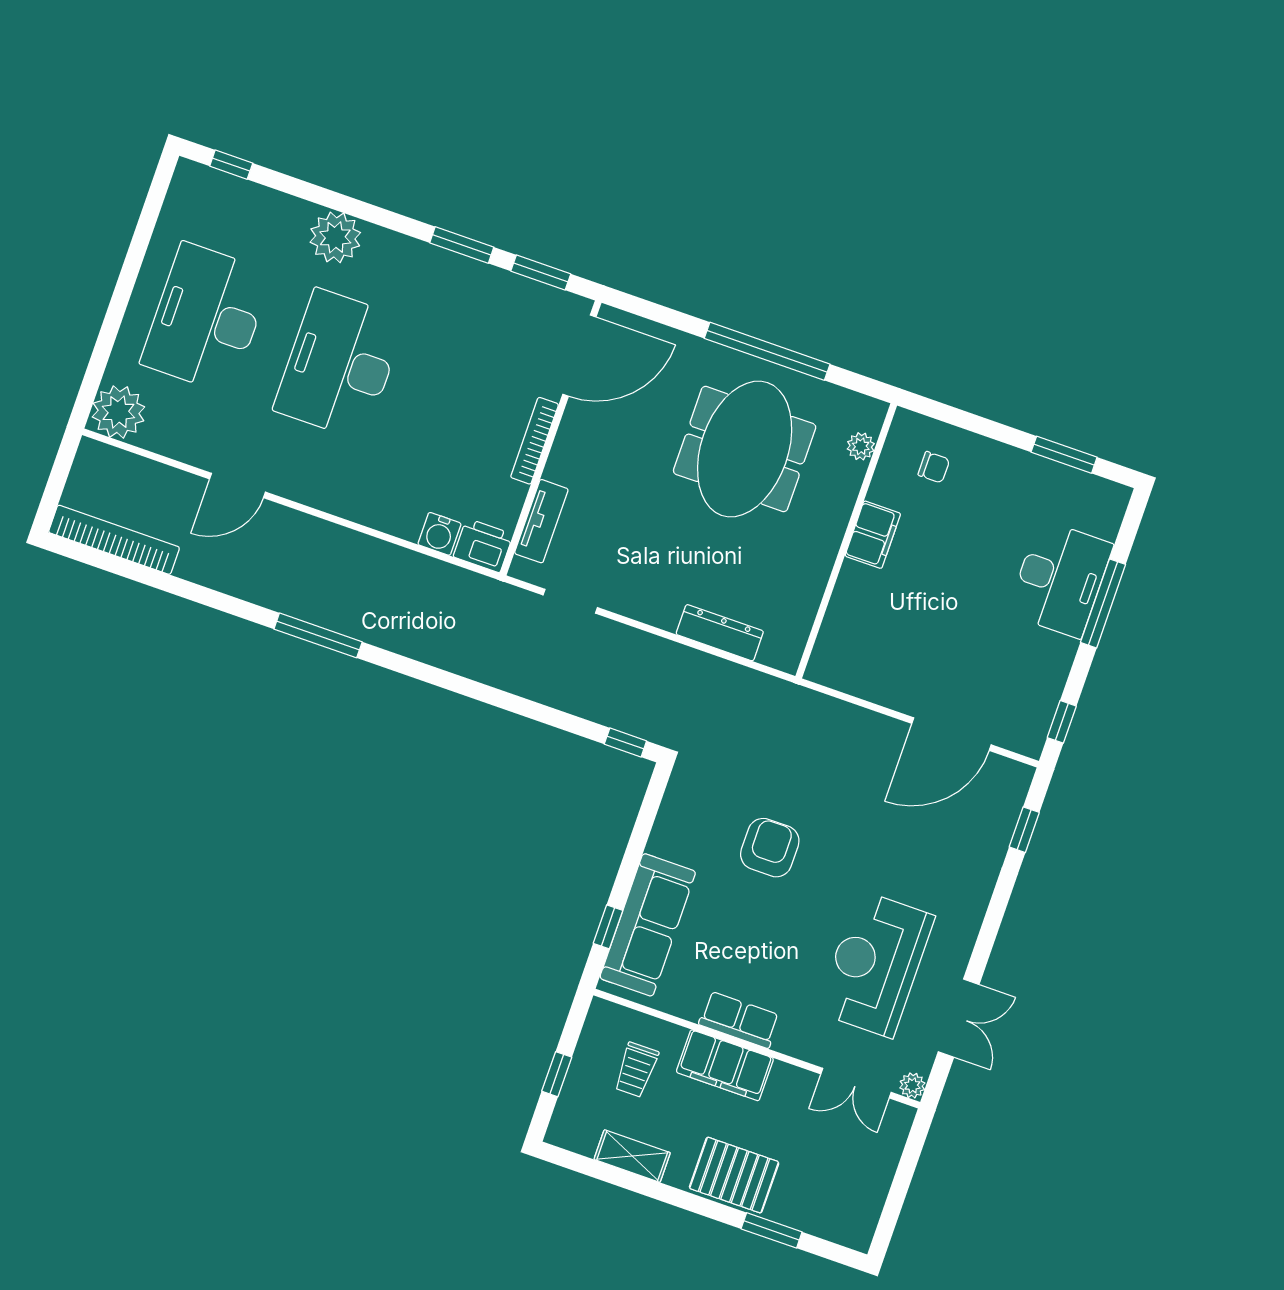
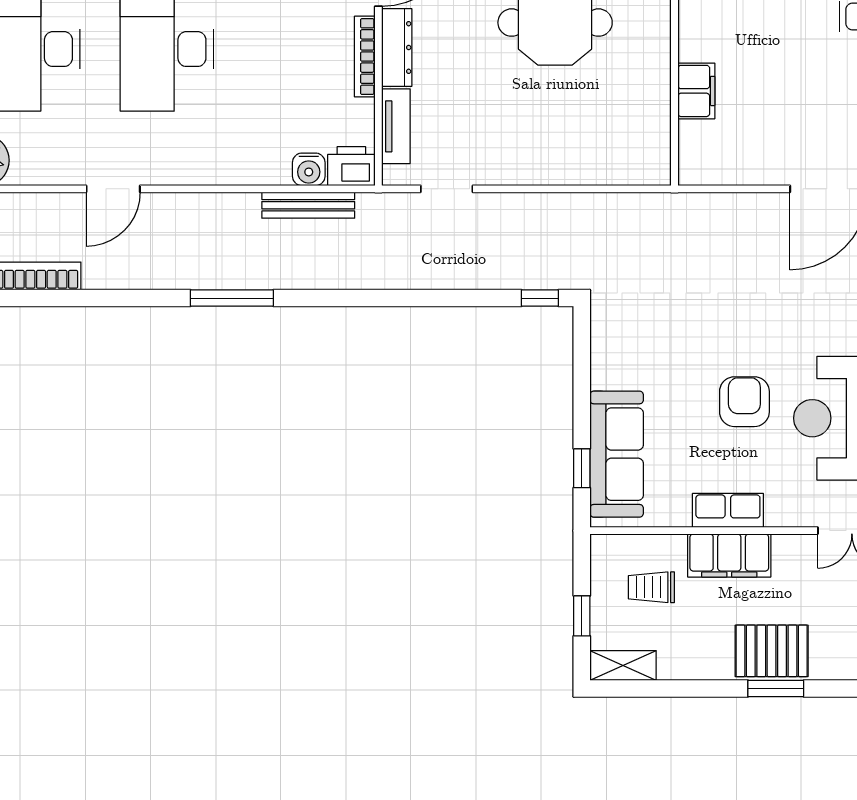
filing cabinet: (873, 535) -> (696, 91), moved
bench: (427, 569) -> (308, 205), added
dresser: (720, 633) -> (397, 48), moved, turned 90
armchair: (770, 848) -> (744, 402), moved
trolley: (636, 1070) -> (651, 587), turned 90
shelving: (632, 1156) -> (623, 666), moved
window: (772, 1230) -> (776, 689), moved

